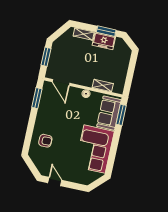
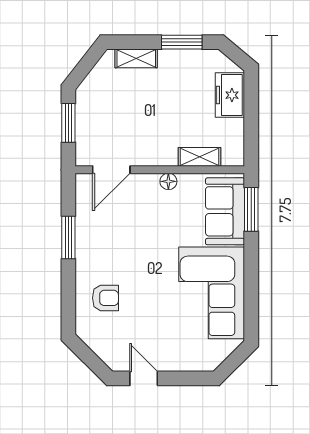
freezer: (104, 41) -> (230, 95), moved, turned 90
door: (61, 83) -> (111, 170), hinge flipped
window: (37, 98) -> (68, 238), moved

